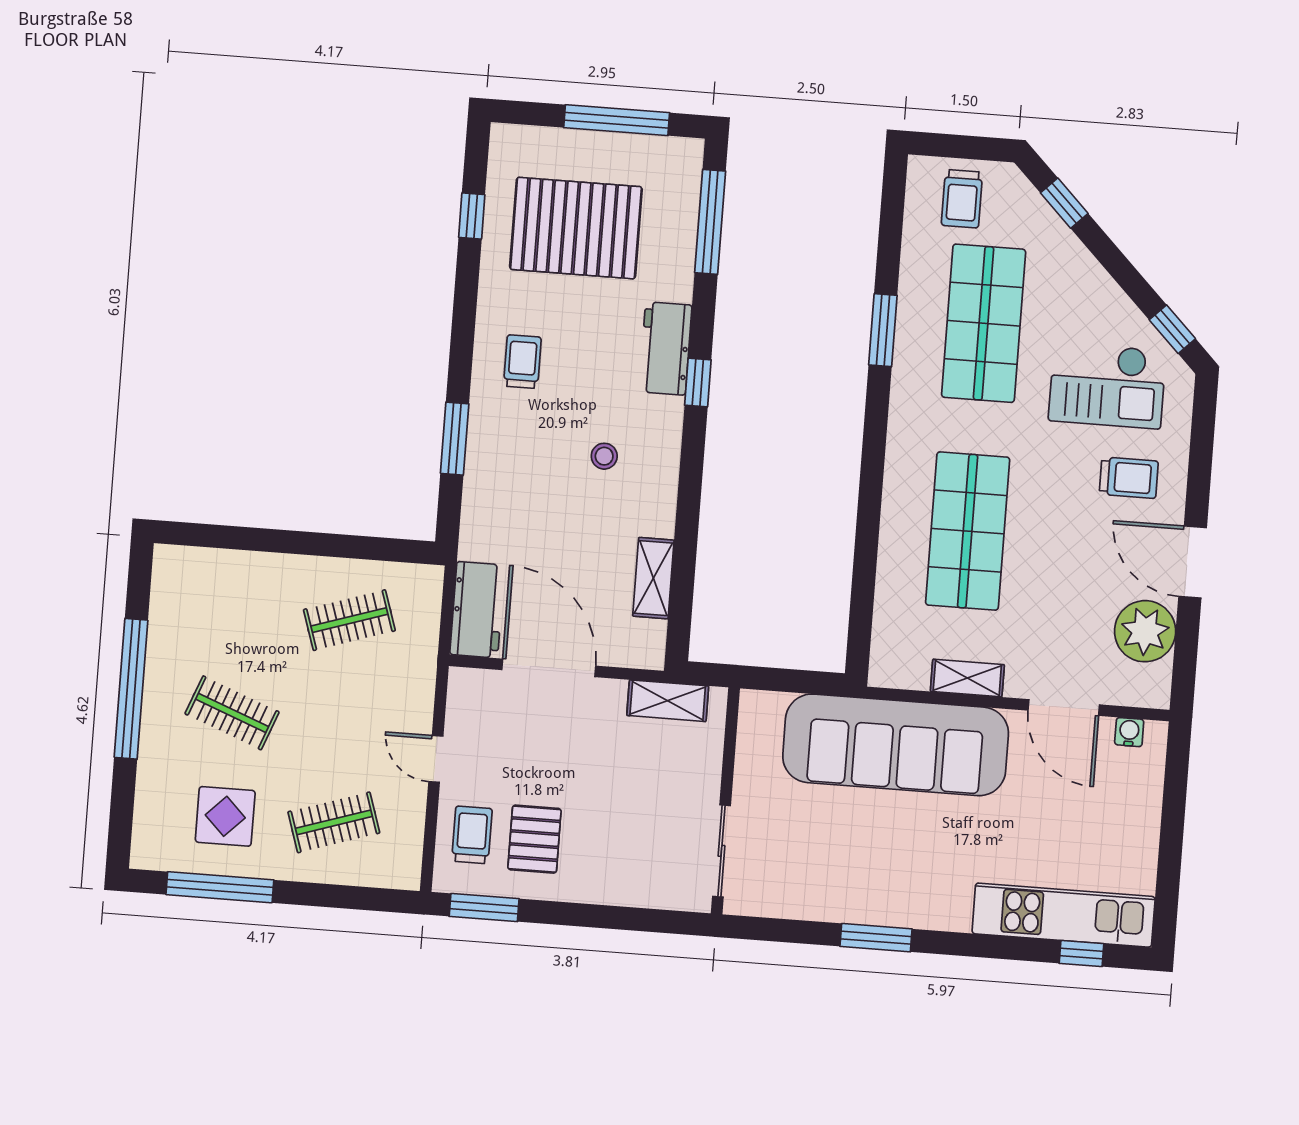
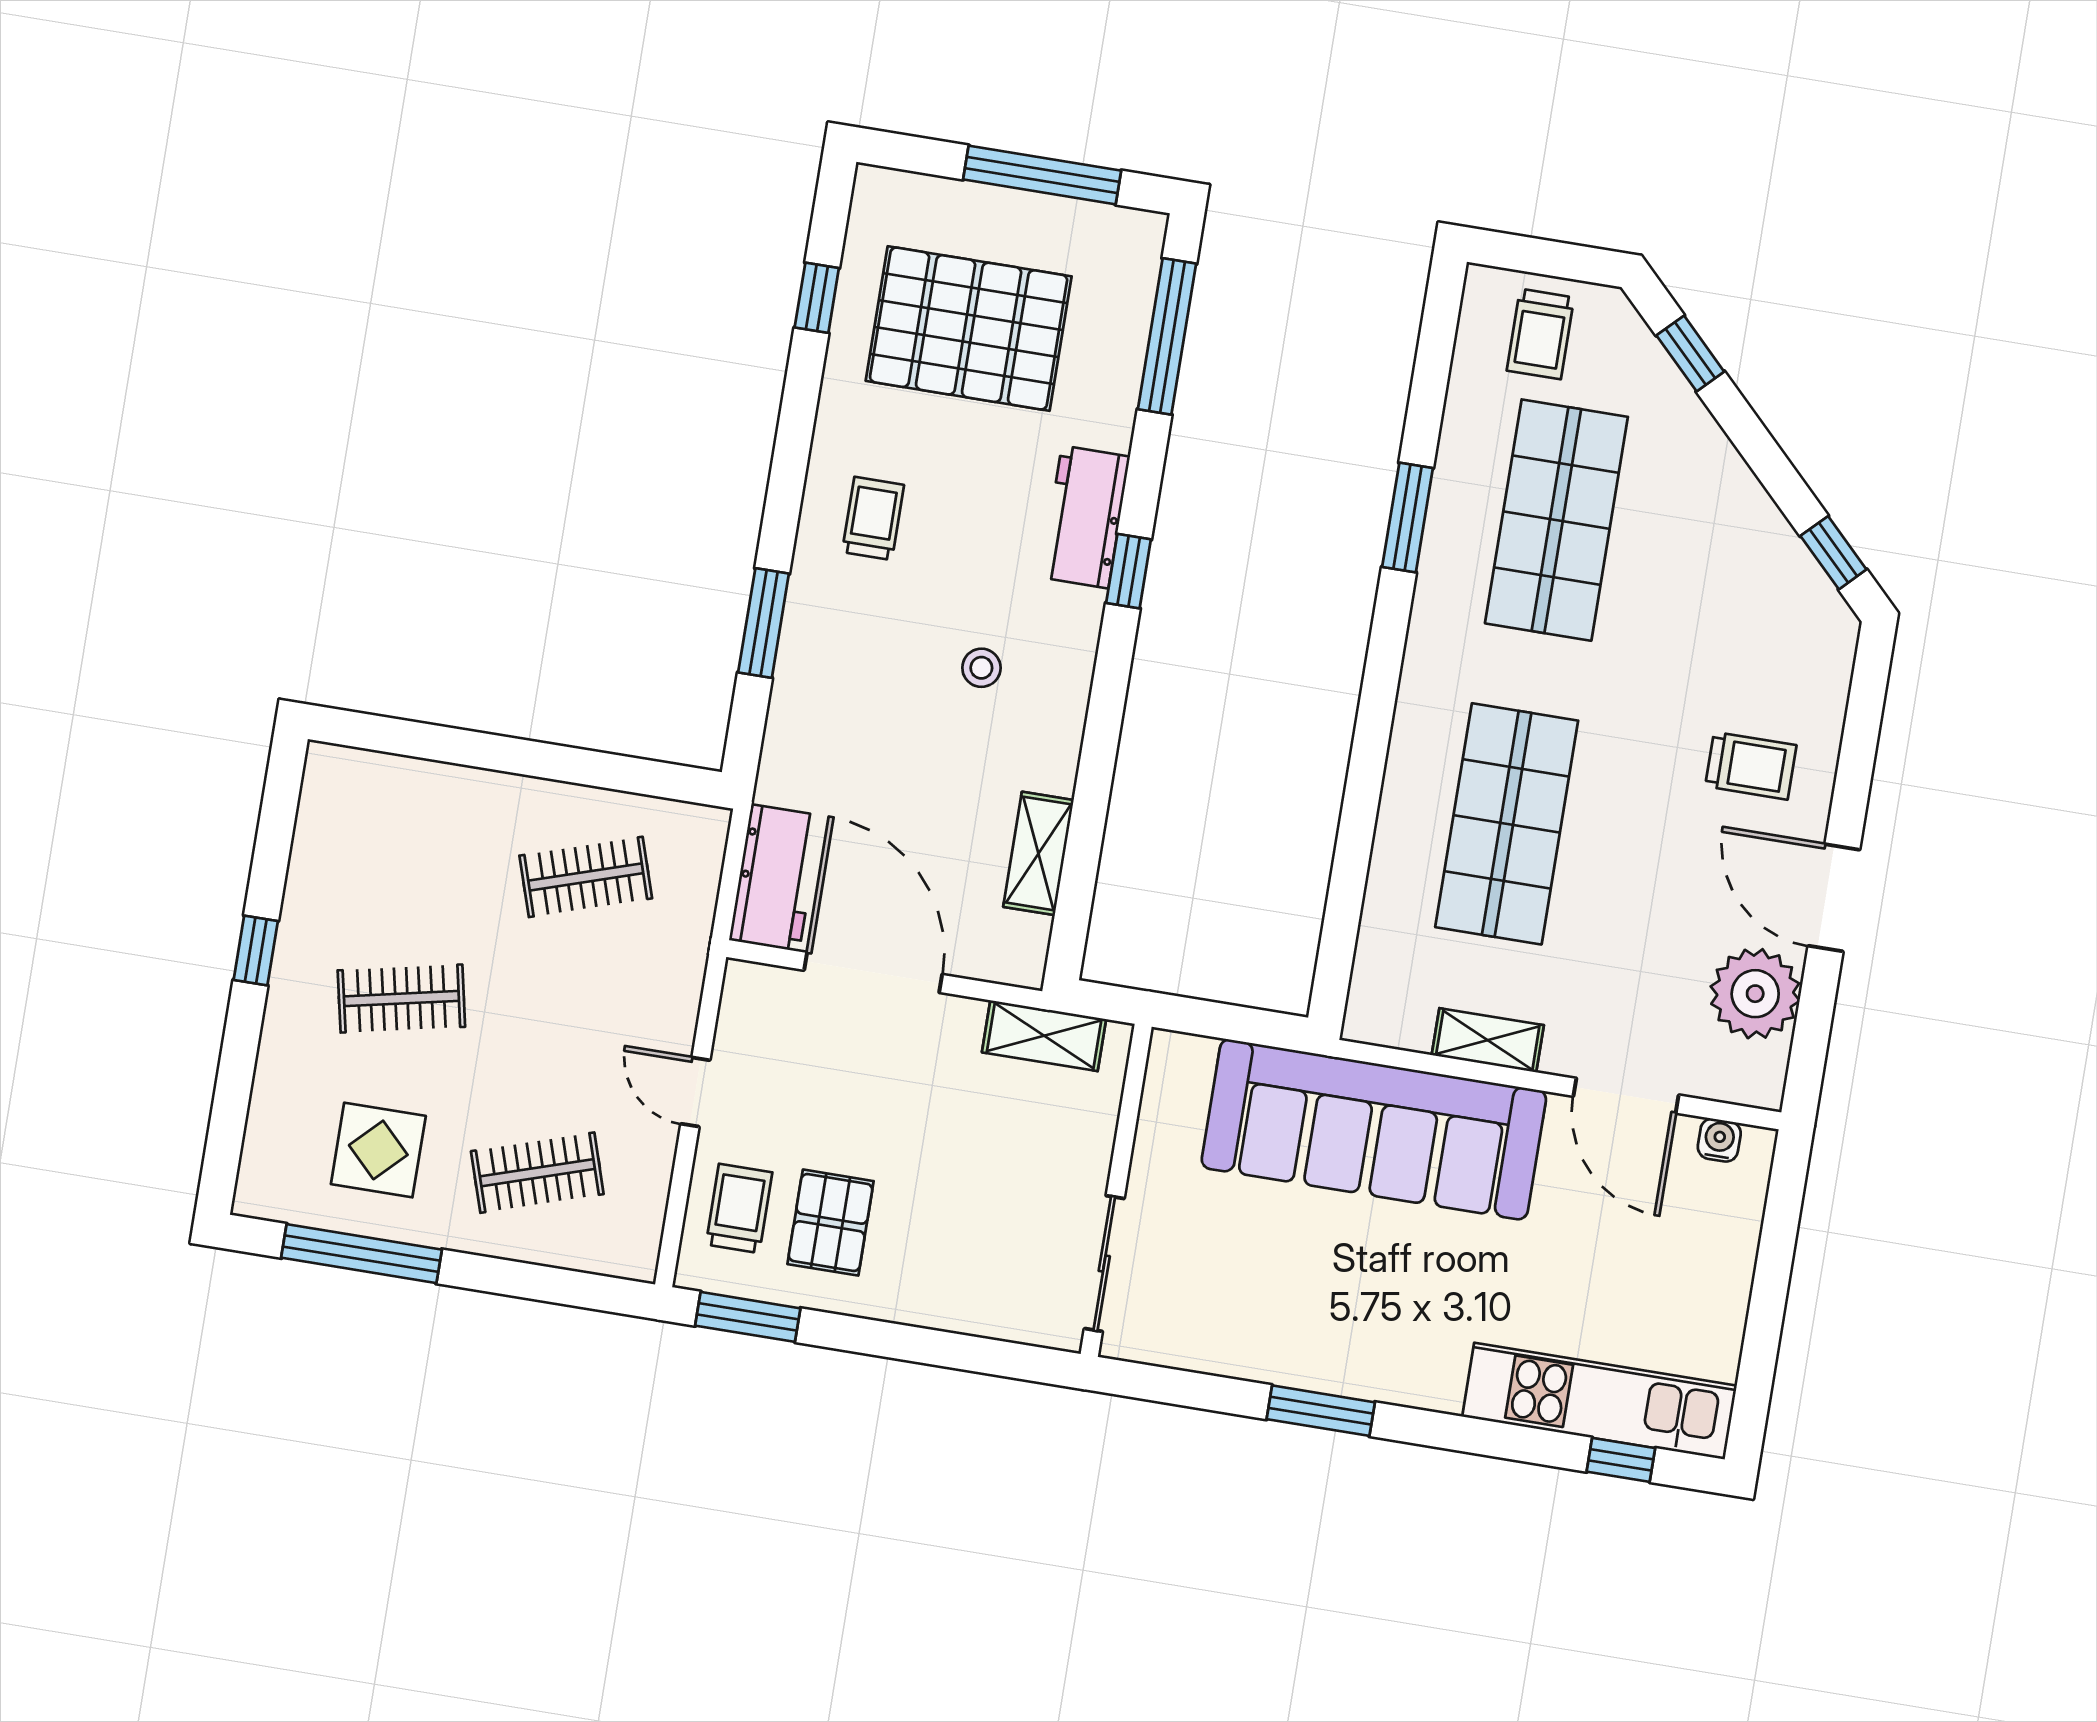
checkout: (1107, 385) -> (1731, 627), removed
window: (131, 689) -> (256, 950), width x0.32
clothes rail: (232, 713) -> (401, 999), turned -33

